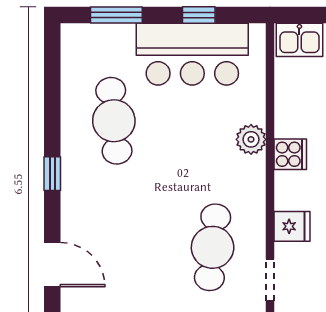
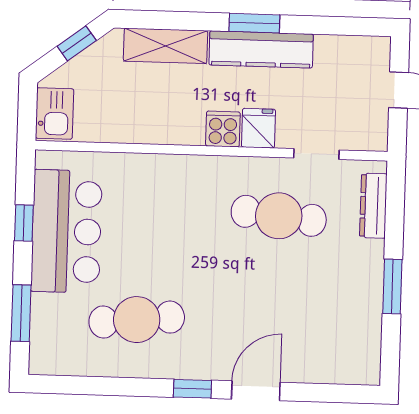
plant: (251, 139) -> (162, 170), removed
cooker: (290, 154) -> (223, 129), moved
door: (52, 265) -> (256, 391), moved

